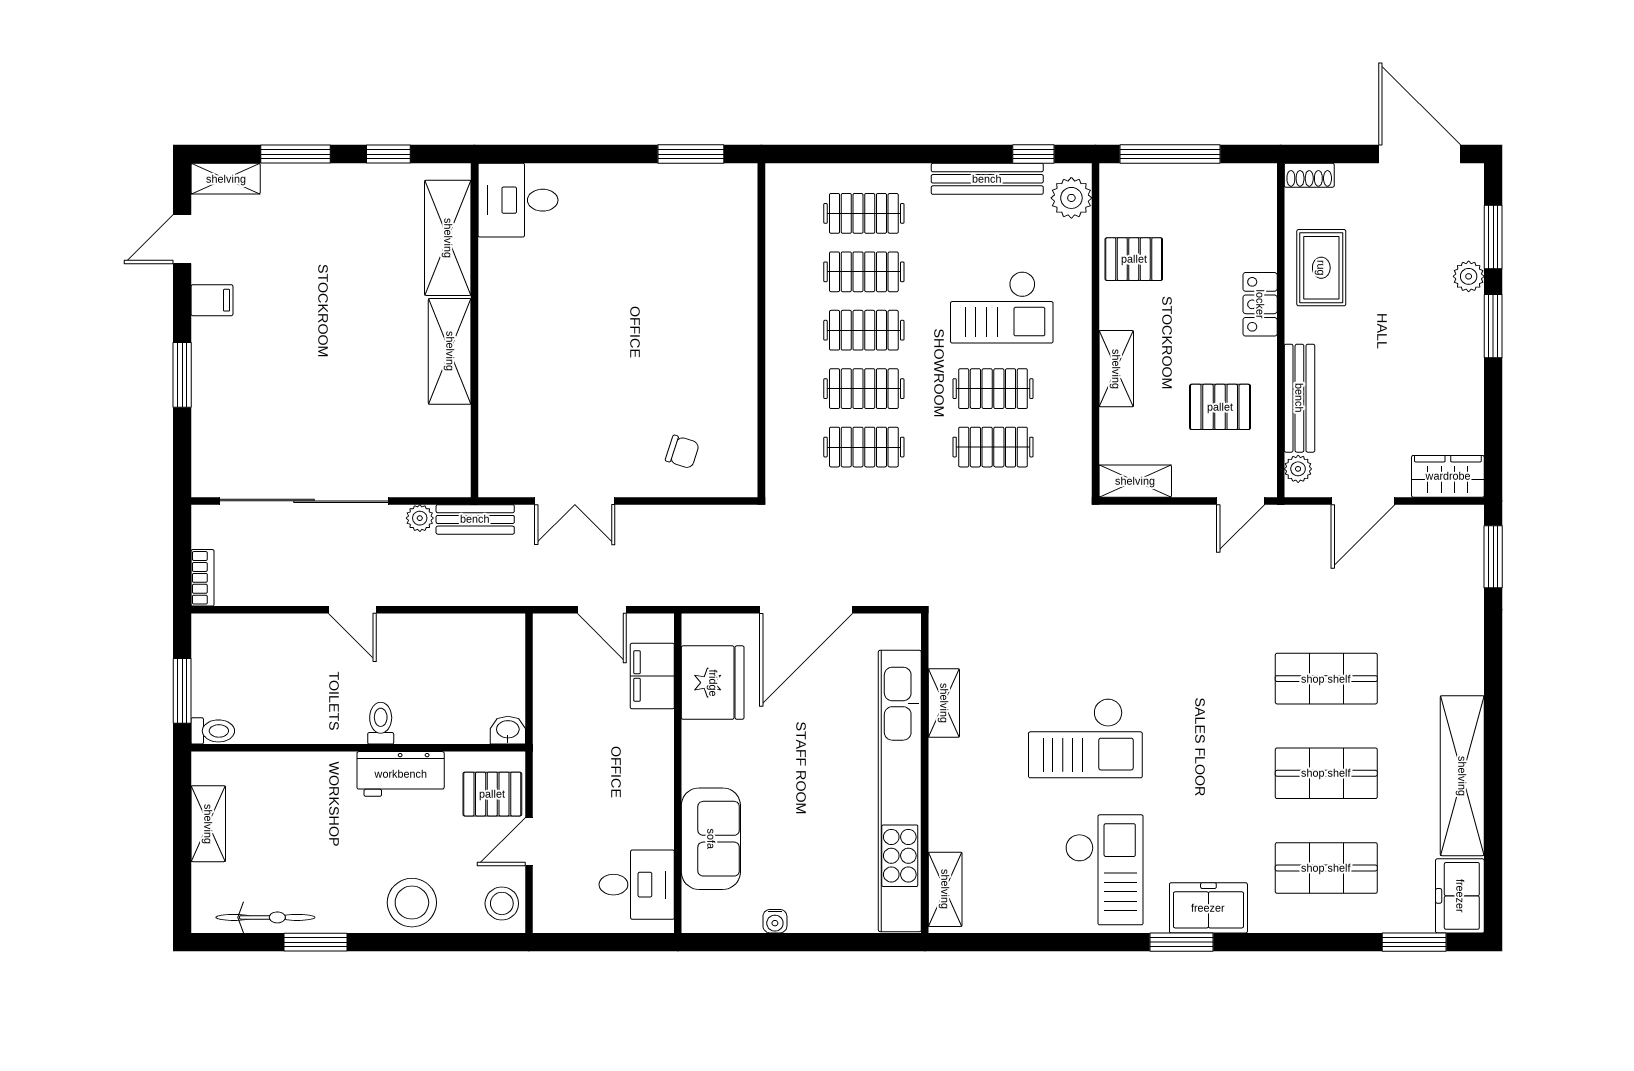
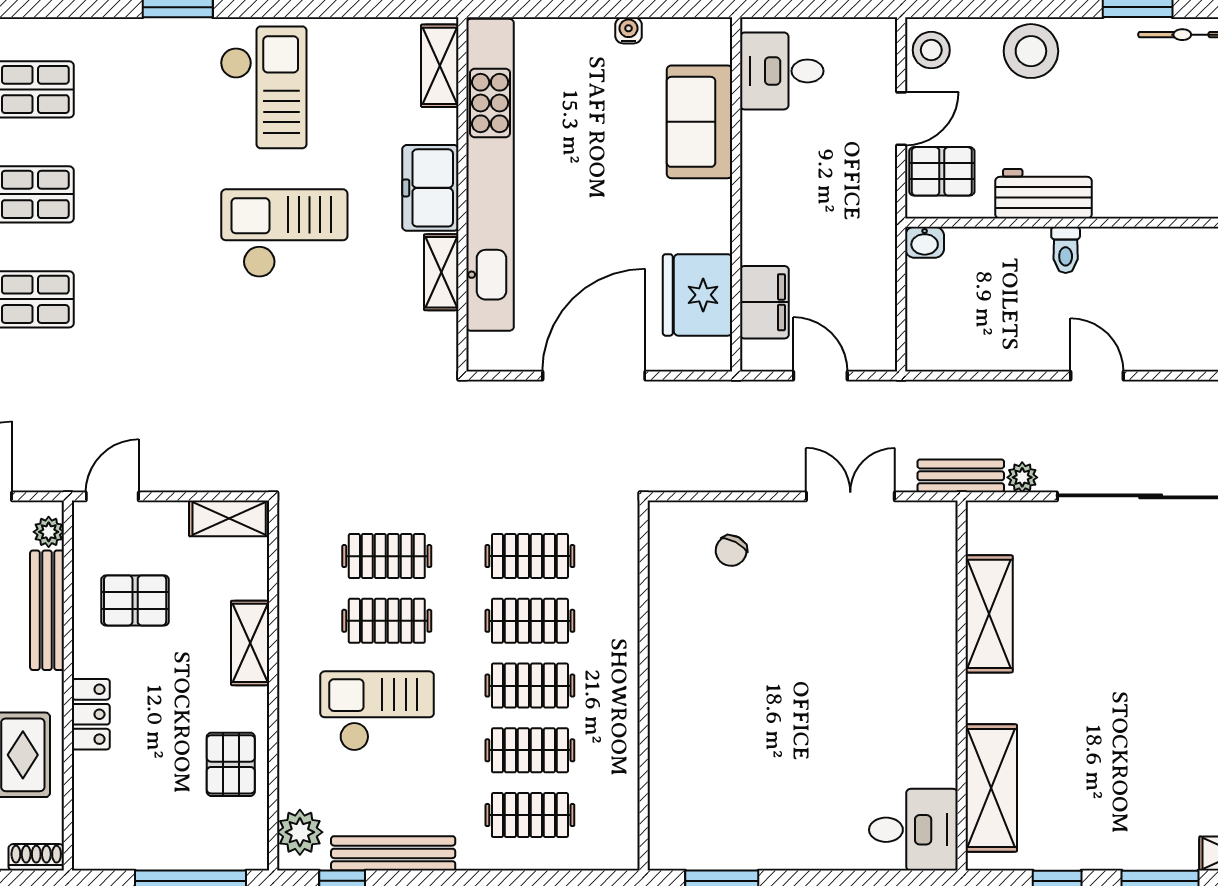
pallet: (1134, 259) -> (231, 764), turned 90
shelving: (450, 351) -> (989, 614), moved
chair: (682, 452) -> (731, 551), turned -80
checkout: (1104, 870) -> (263, 87), turned 180
freezer: (1208, 908) -> (430, 188), moved, turned 90

